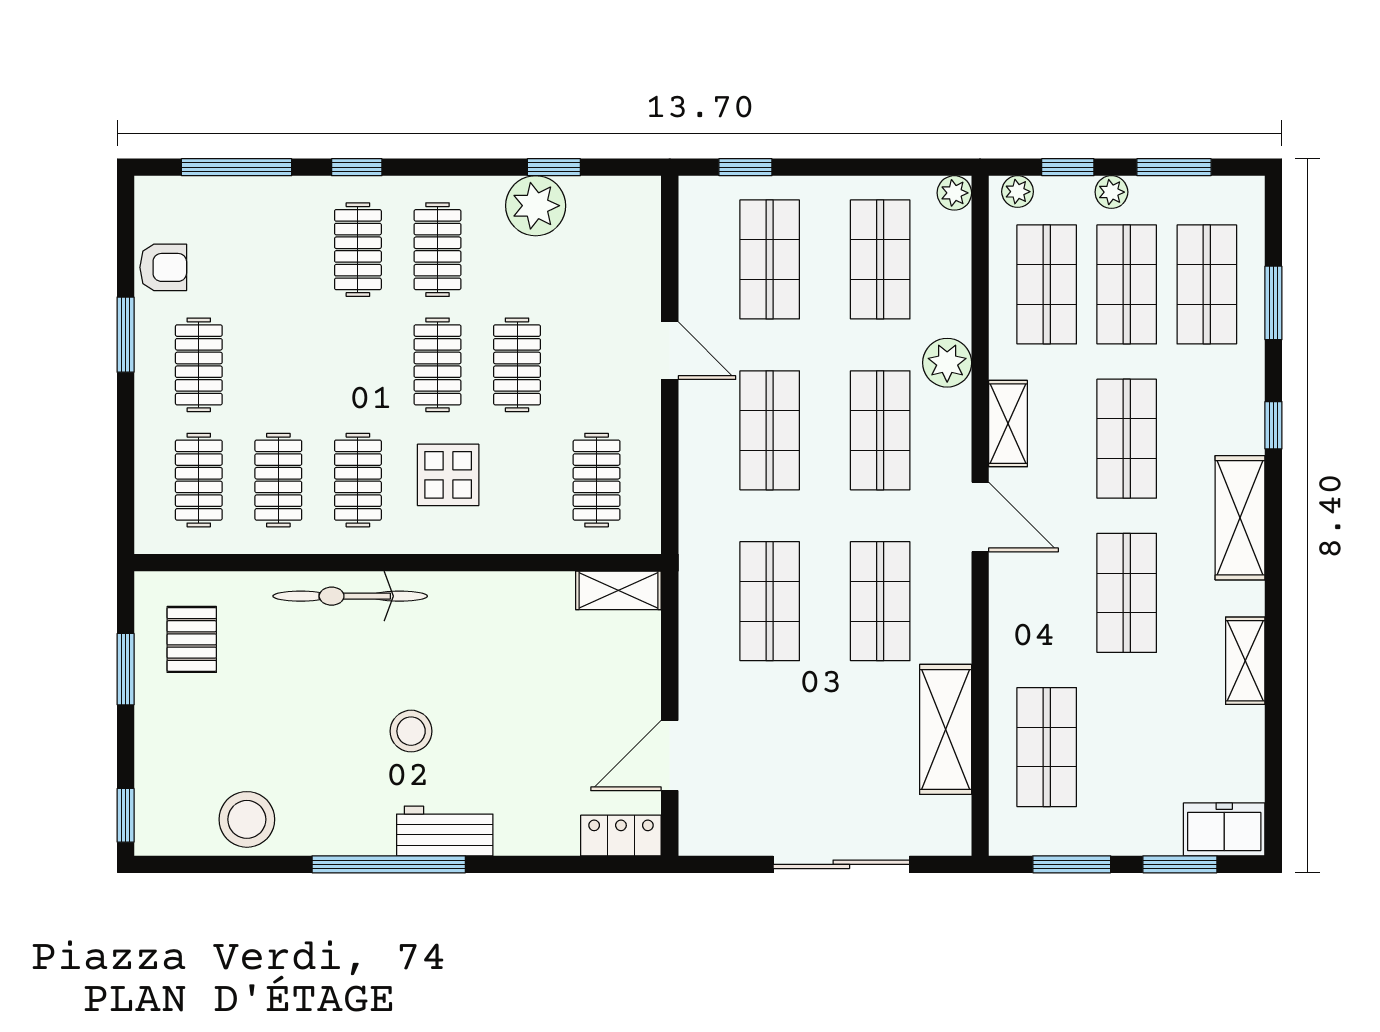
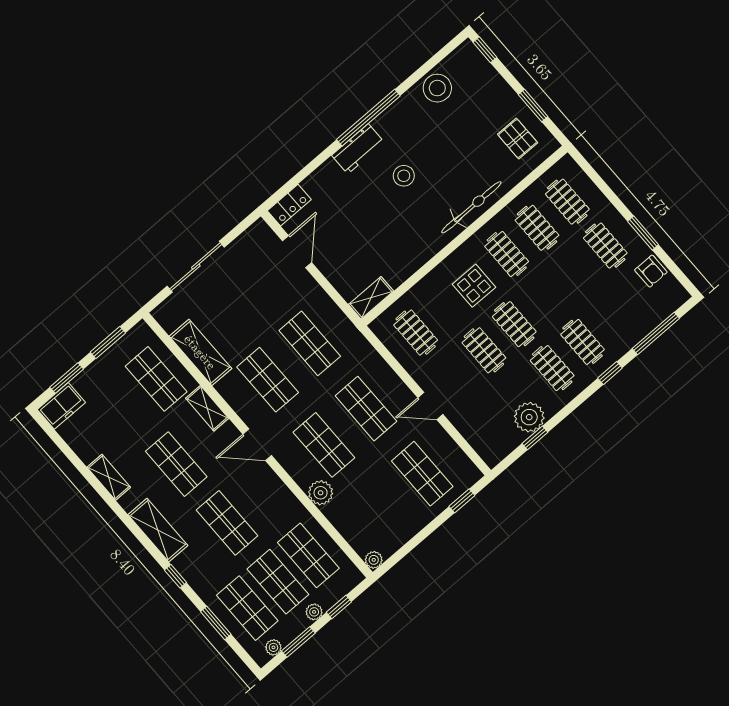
plant: (1018, 192) -> (273, 647), moved
shop shelf: (880, 259) -> (380, 510), removed
armchair: (163, 267) -> (651, 271), turned -90
shelving: (1008, 424) -> (207, 408), moved

